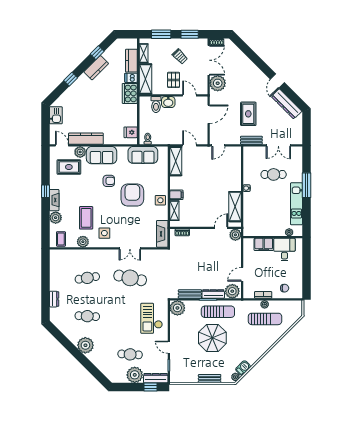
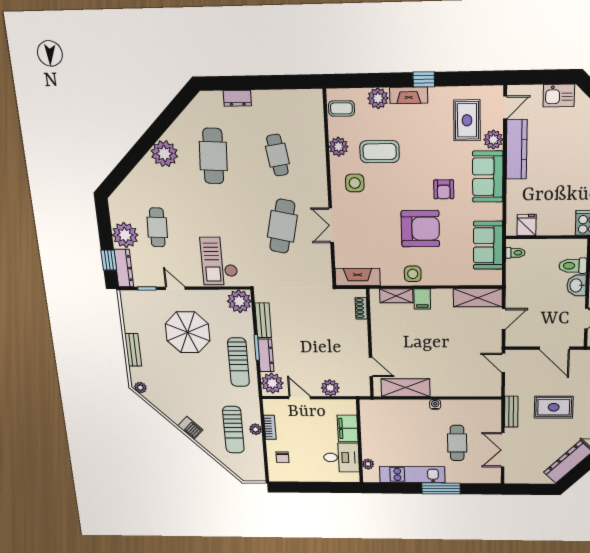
plant: (235, 235) -> (330, 388), moved
cafe table: (87, 316) -> (213, 156), width x1.37, depth x1.35
checkout: (152, 318) -> (219, 261), turned -90
parasol: (212, 338) -> (188, 332), moved
door: (169, 347) -> (175, 288), hinge flipped
barbecue: (243, 368) -> (190, 428), moved

